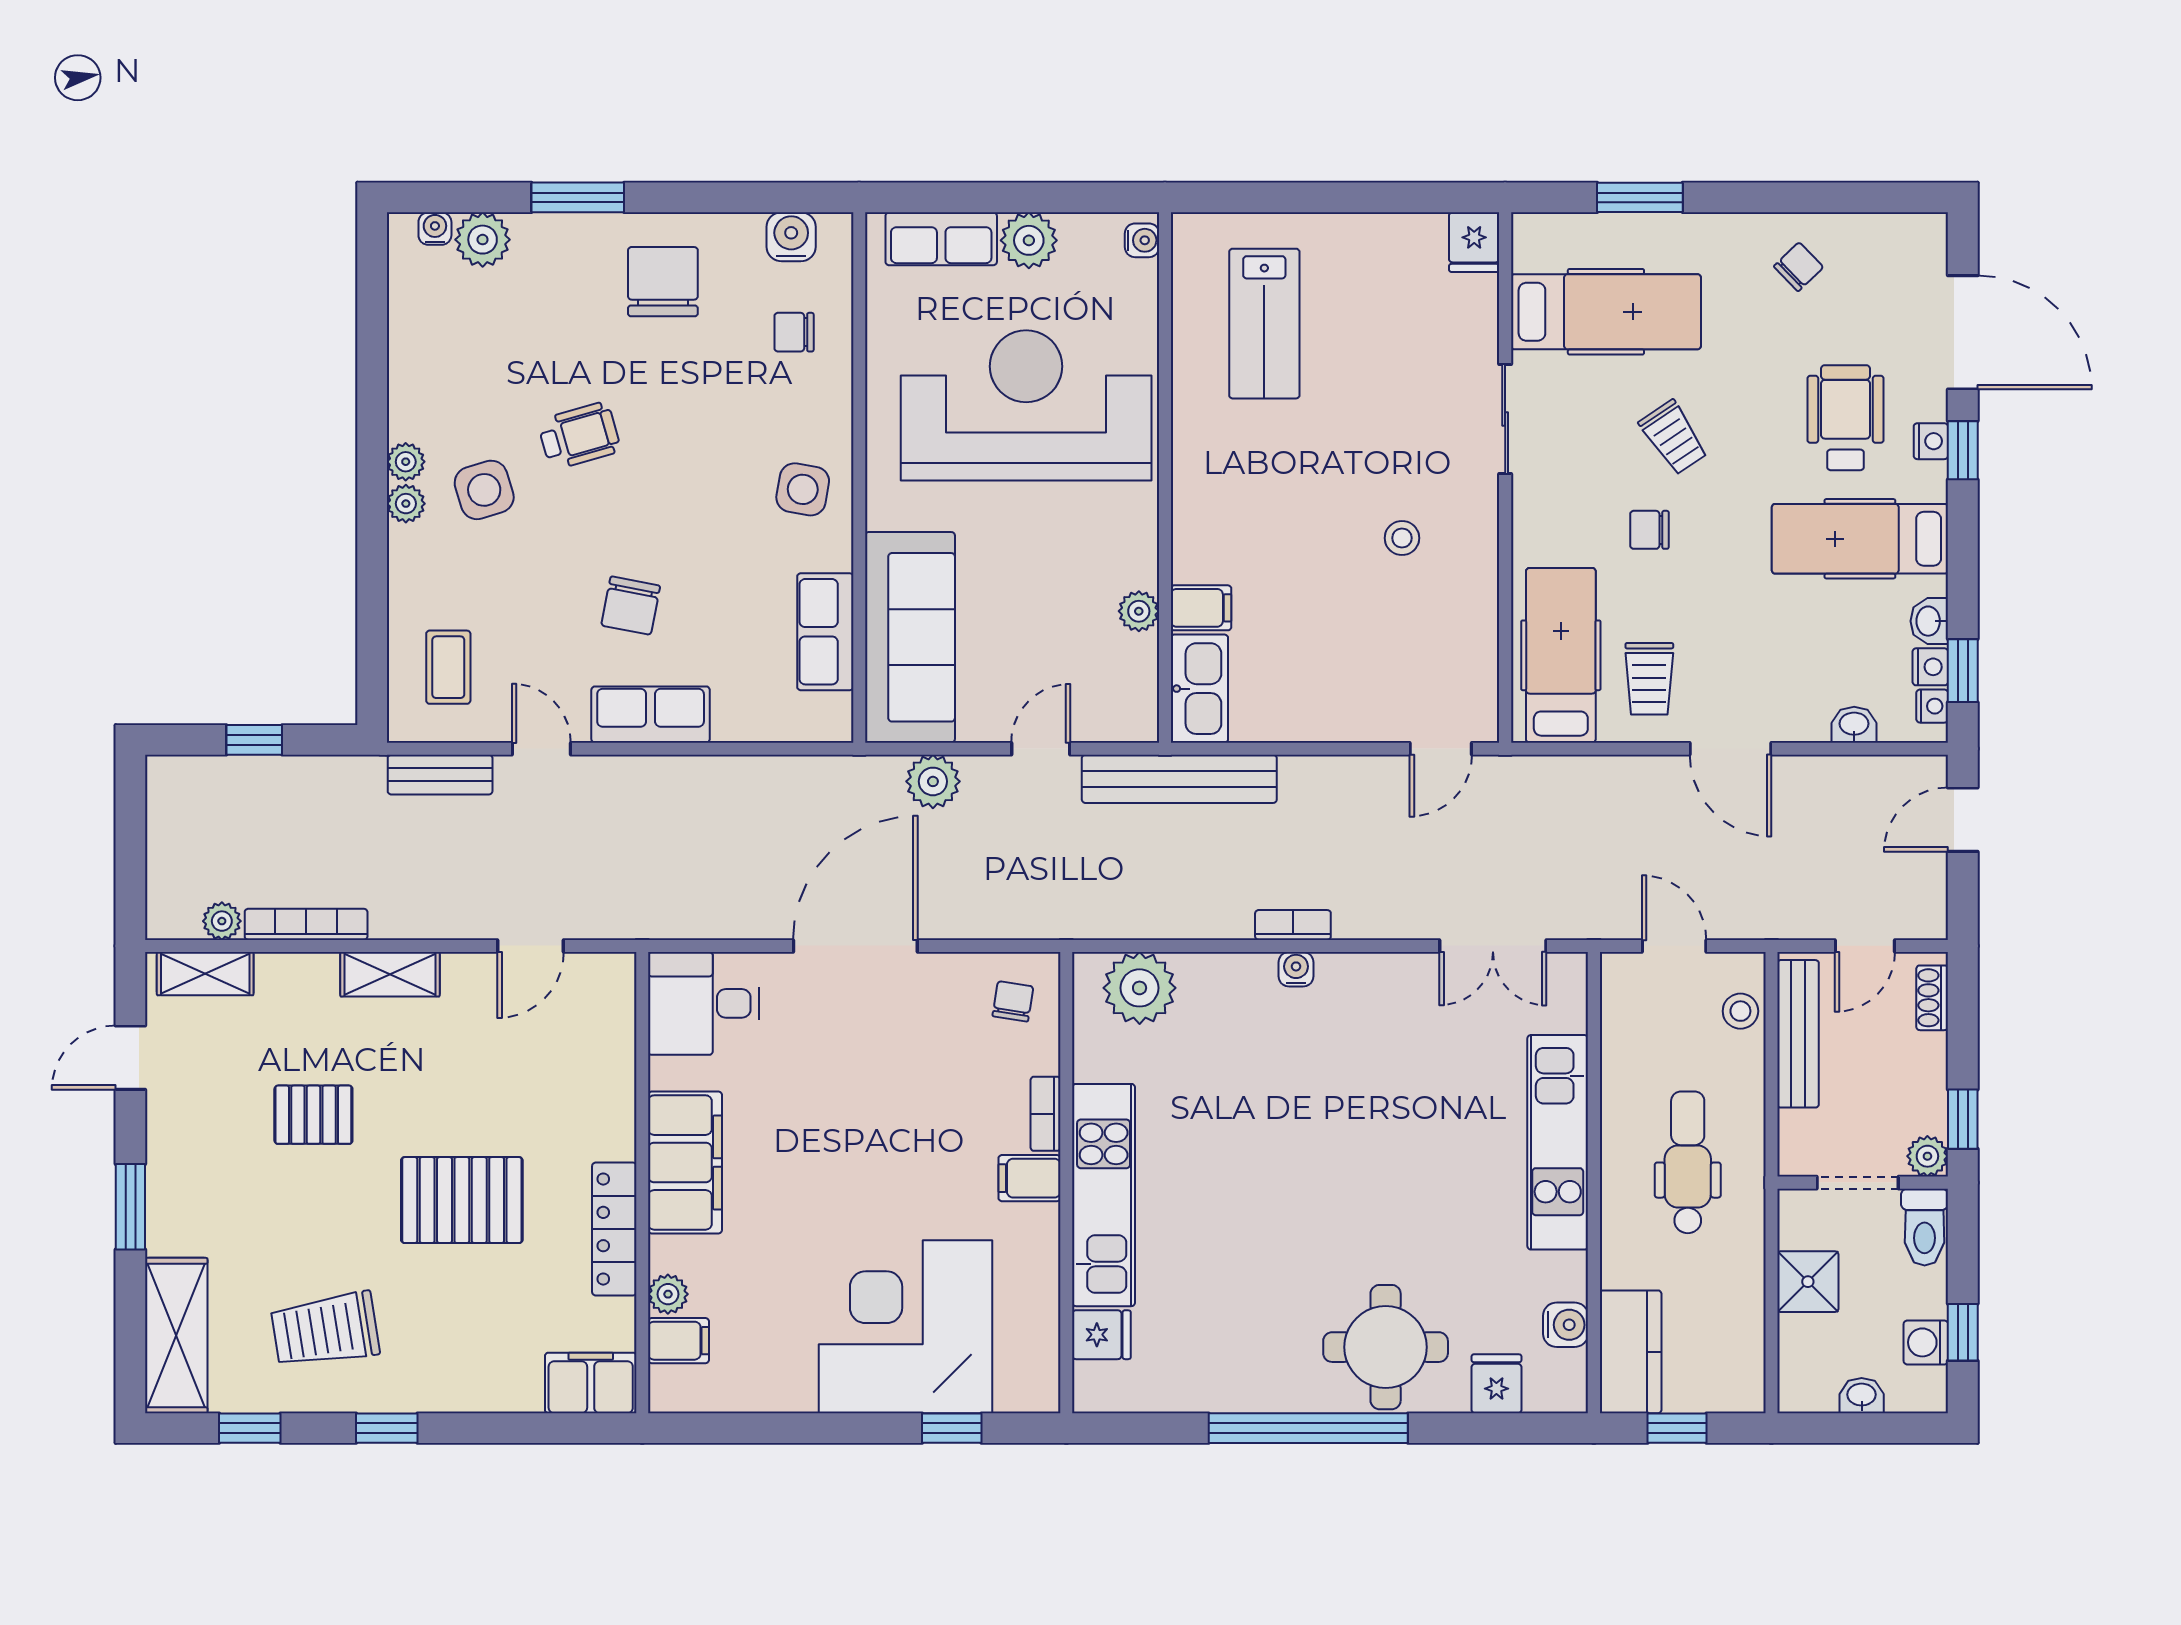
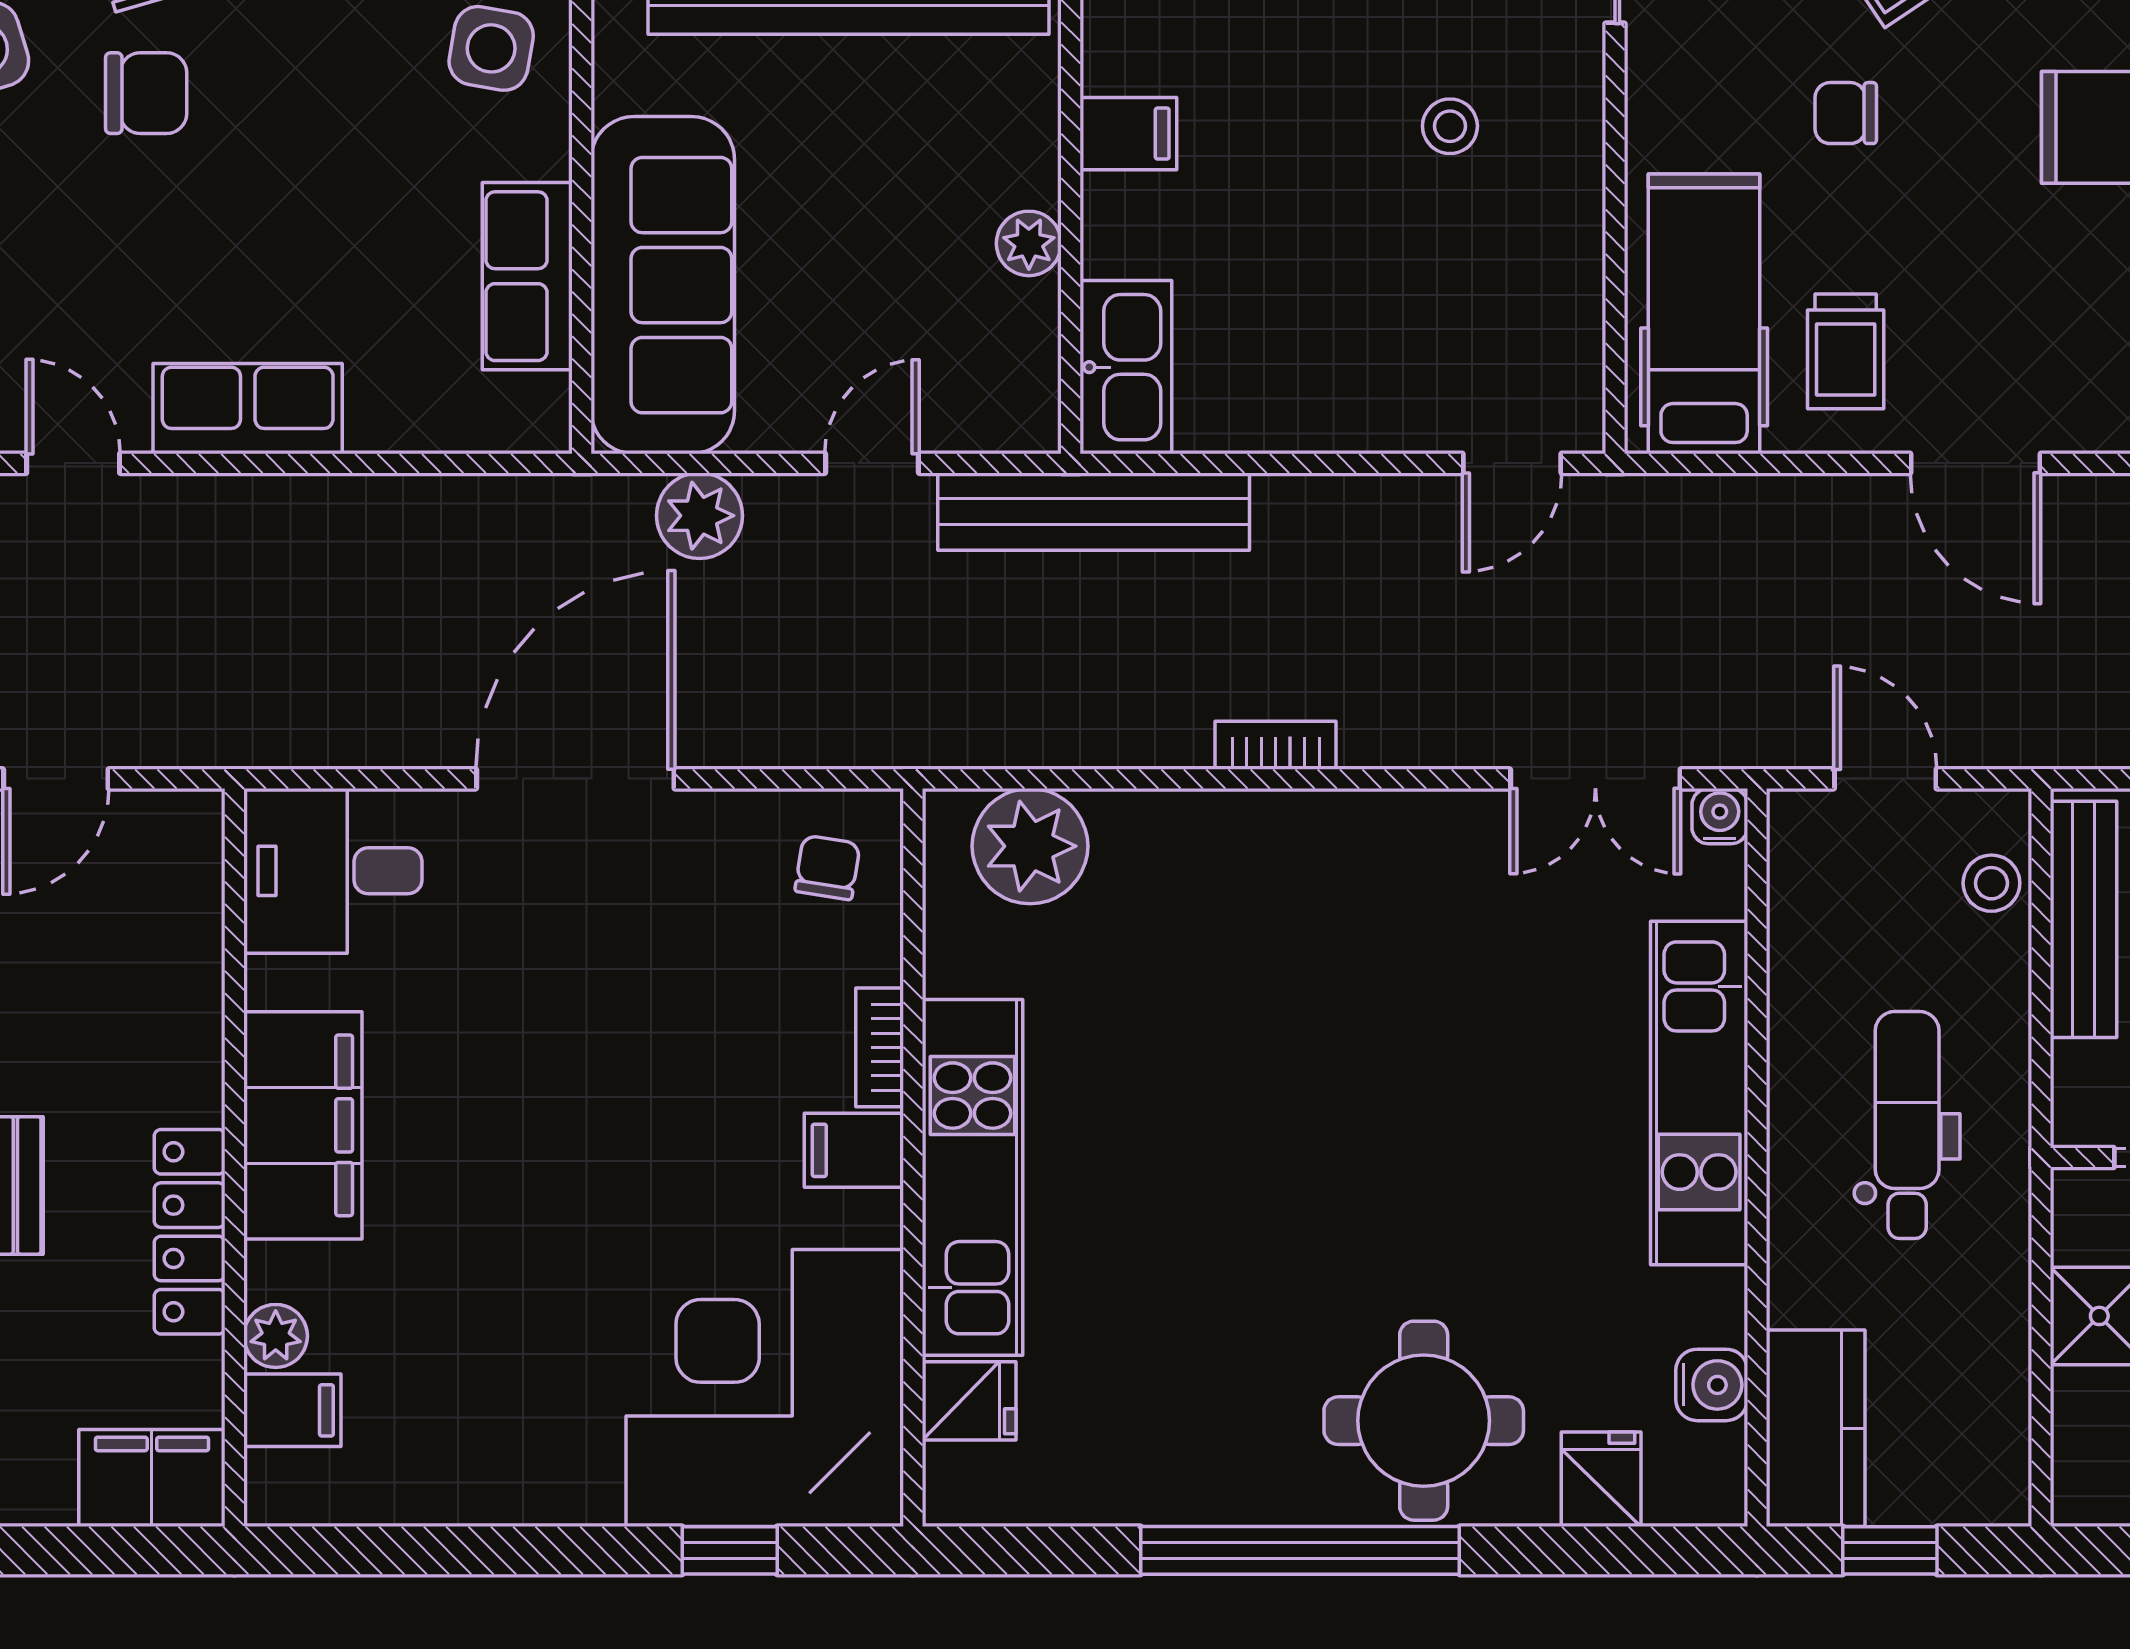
chair: (631, 606) -> (146, 93), moved, turned -101
filing cabinet: (1201, 608) -> (1128, 134), moved
water cooler: (1296, 969) -> (1720, 816), moved
corner desk: (906, 1327) -> (765, 1388), moved

